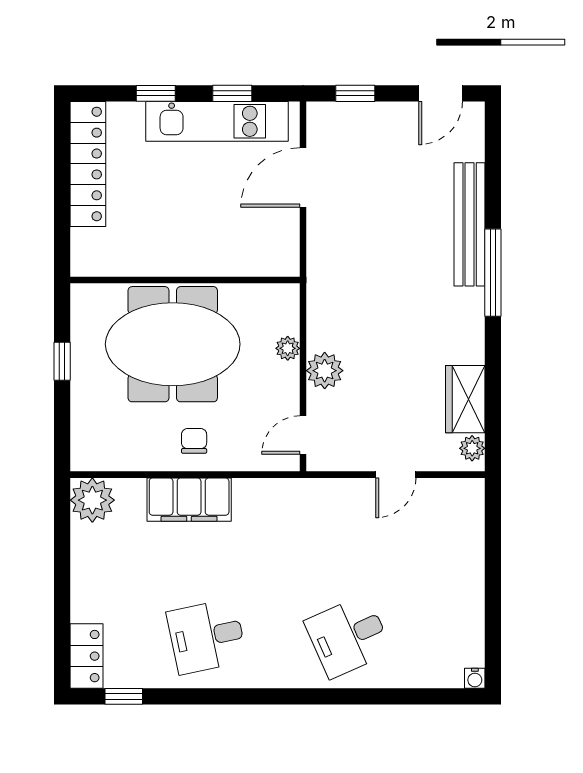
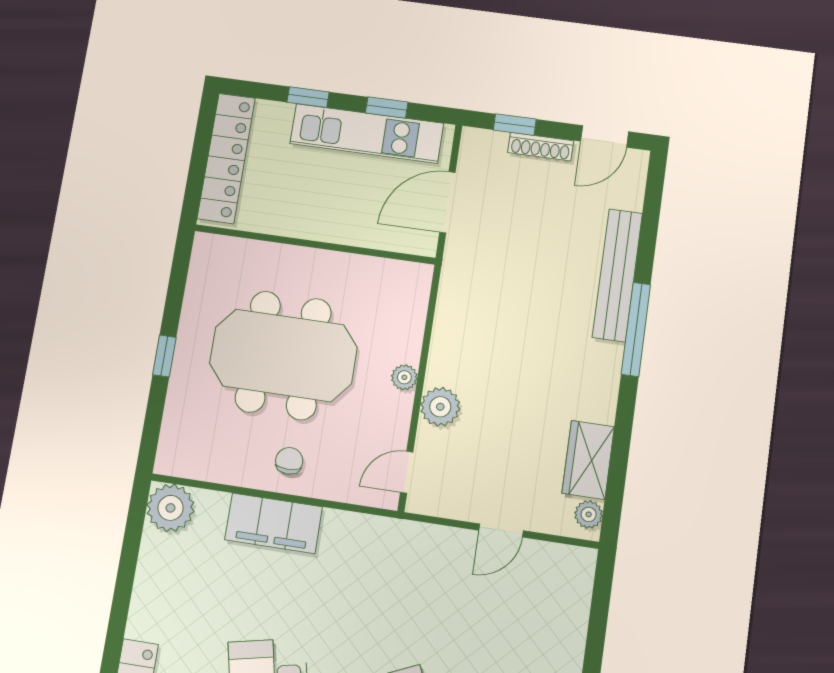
shoe rack: (382, 111) -> (541, 147), added
wall: (185, 280) -> (315, 244), moved

